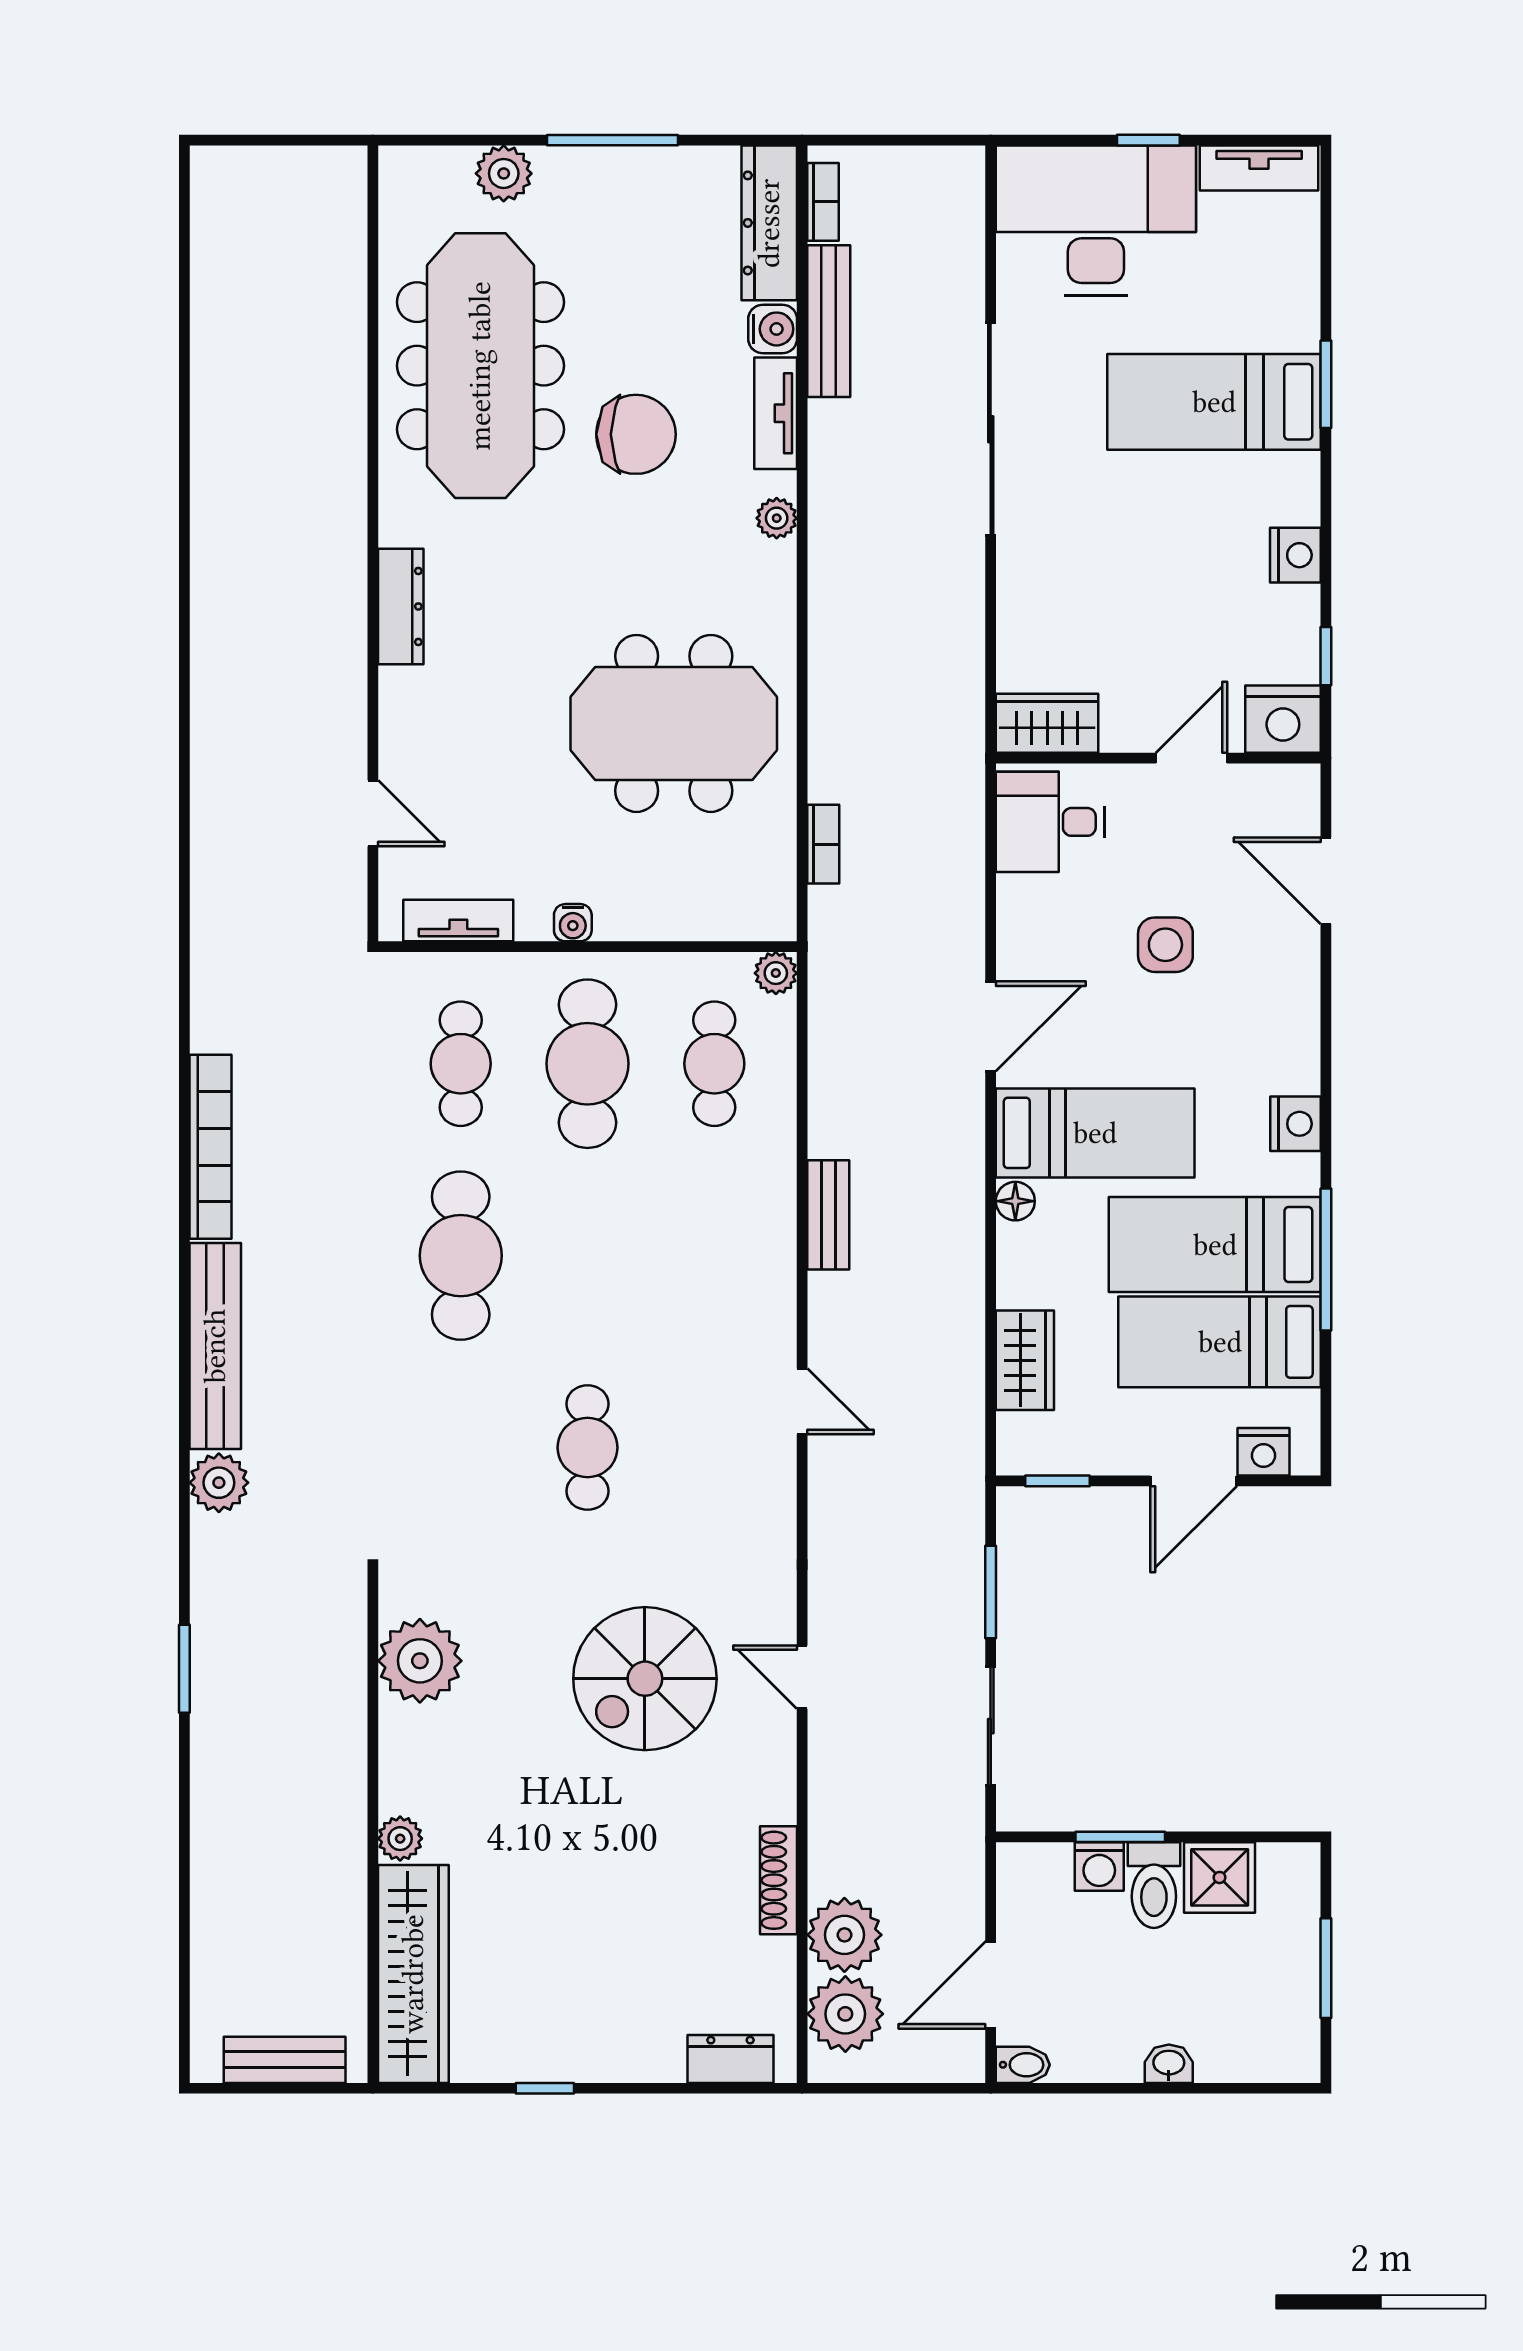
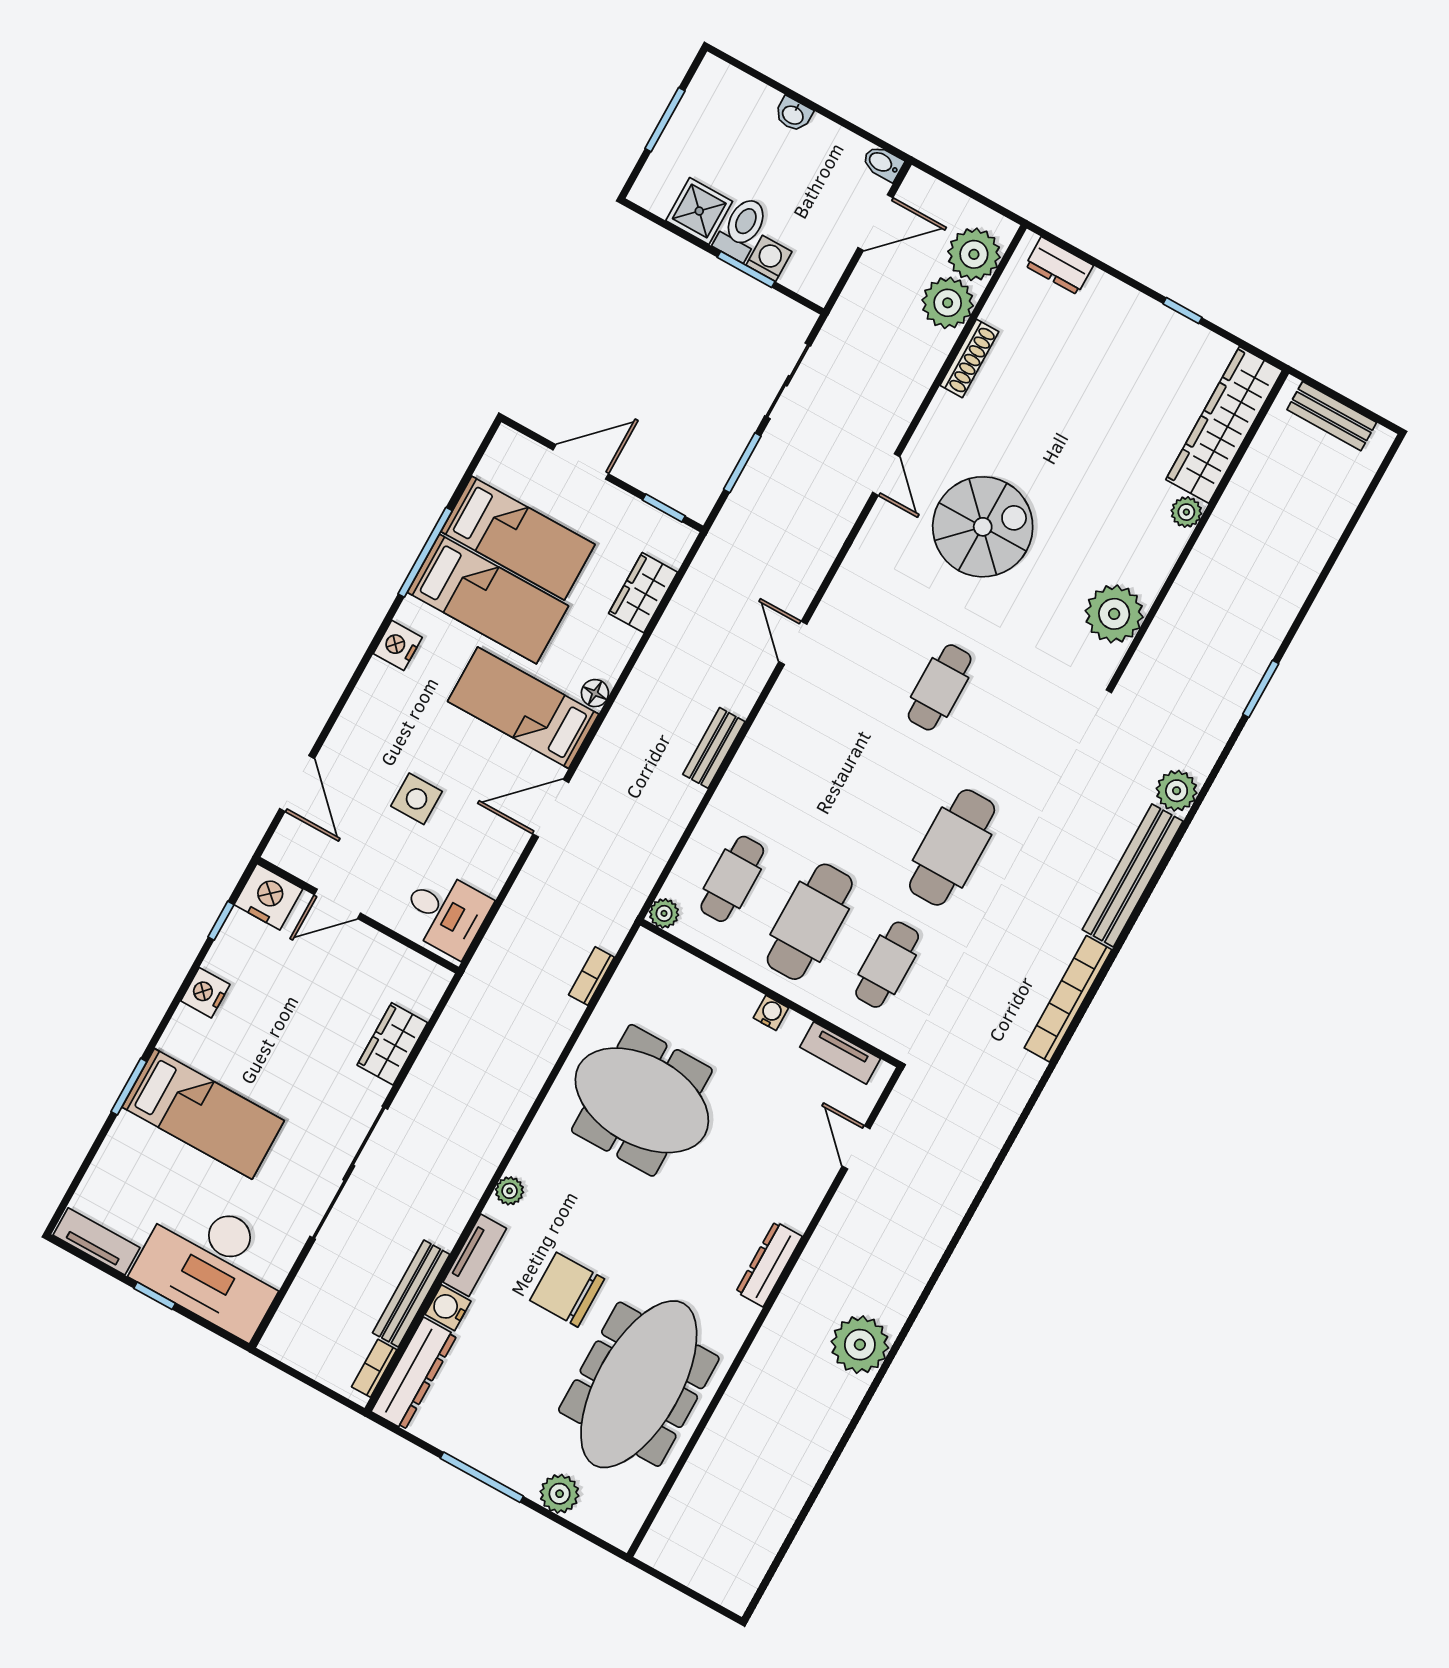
plant: (231, 569) -> (860, 1345), added
wardrobe: (1047, 723) -> (392, 1044), moved, turned 90
nightstand: (1263, 1452) -> (528, 456), removed

